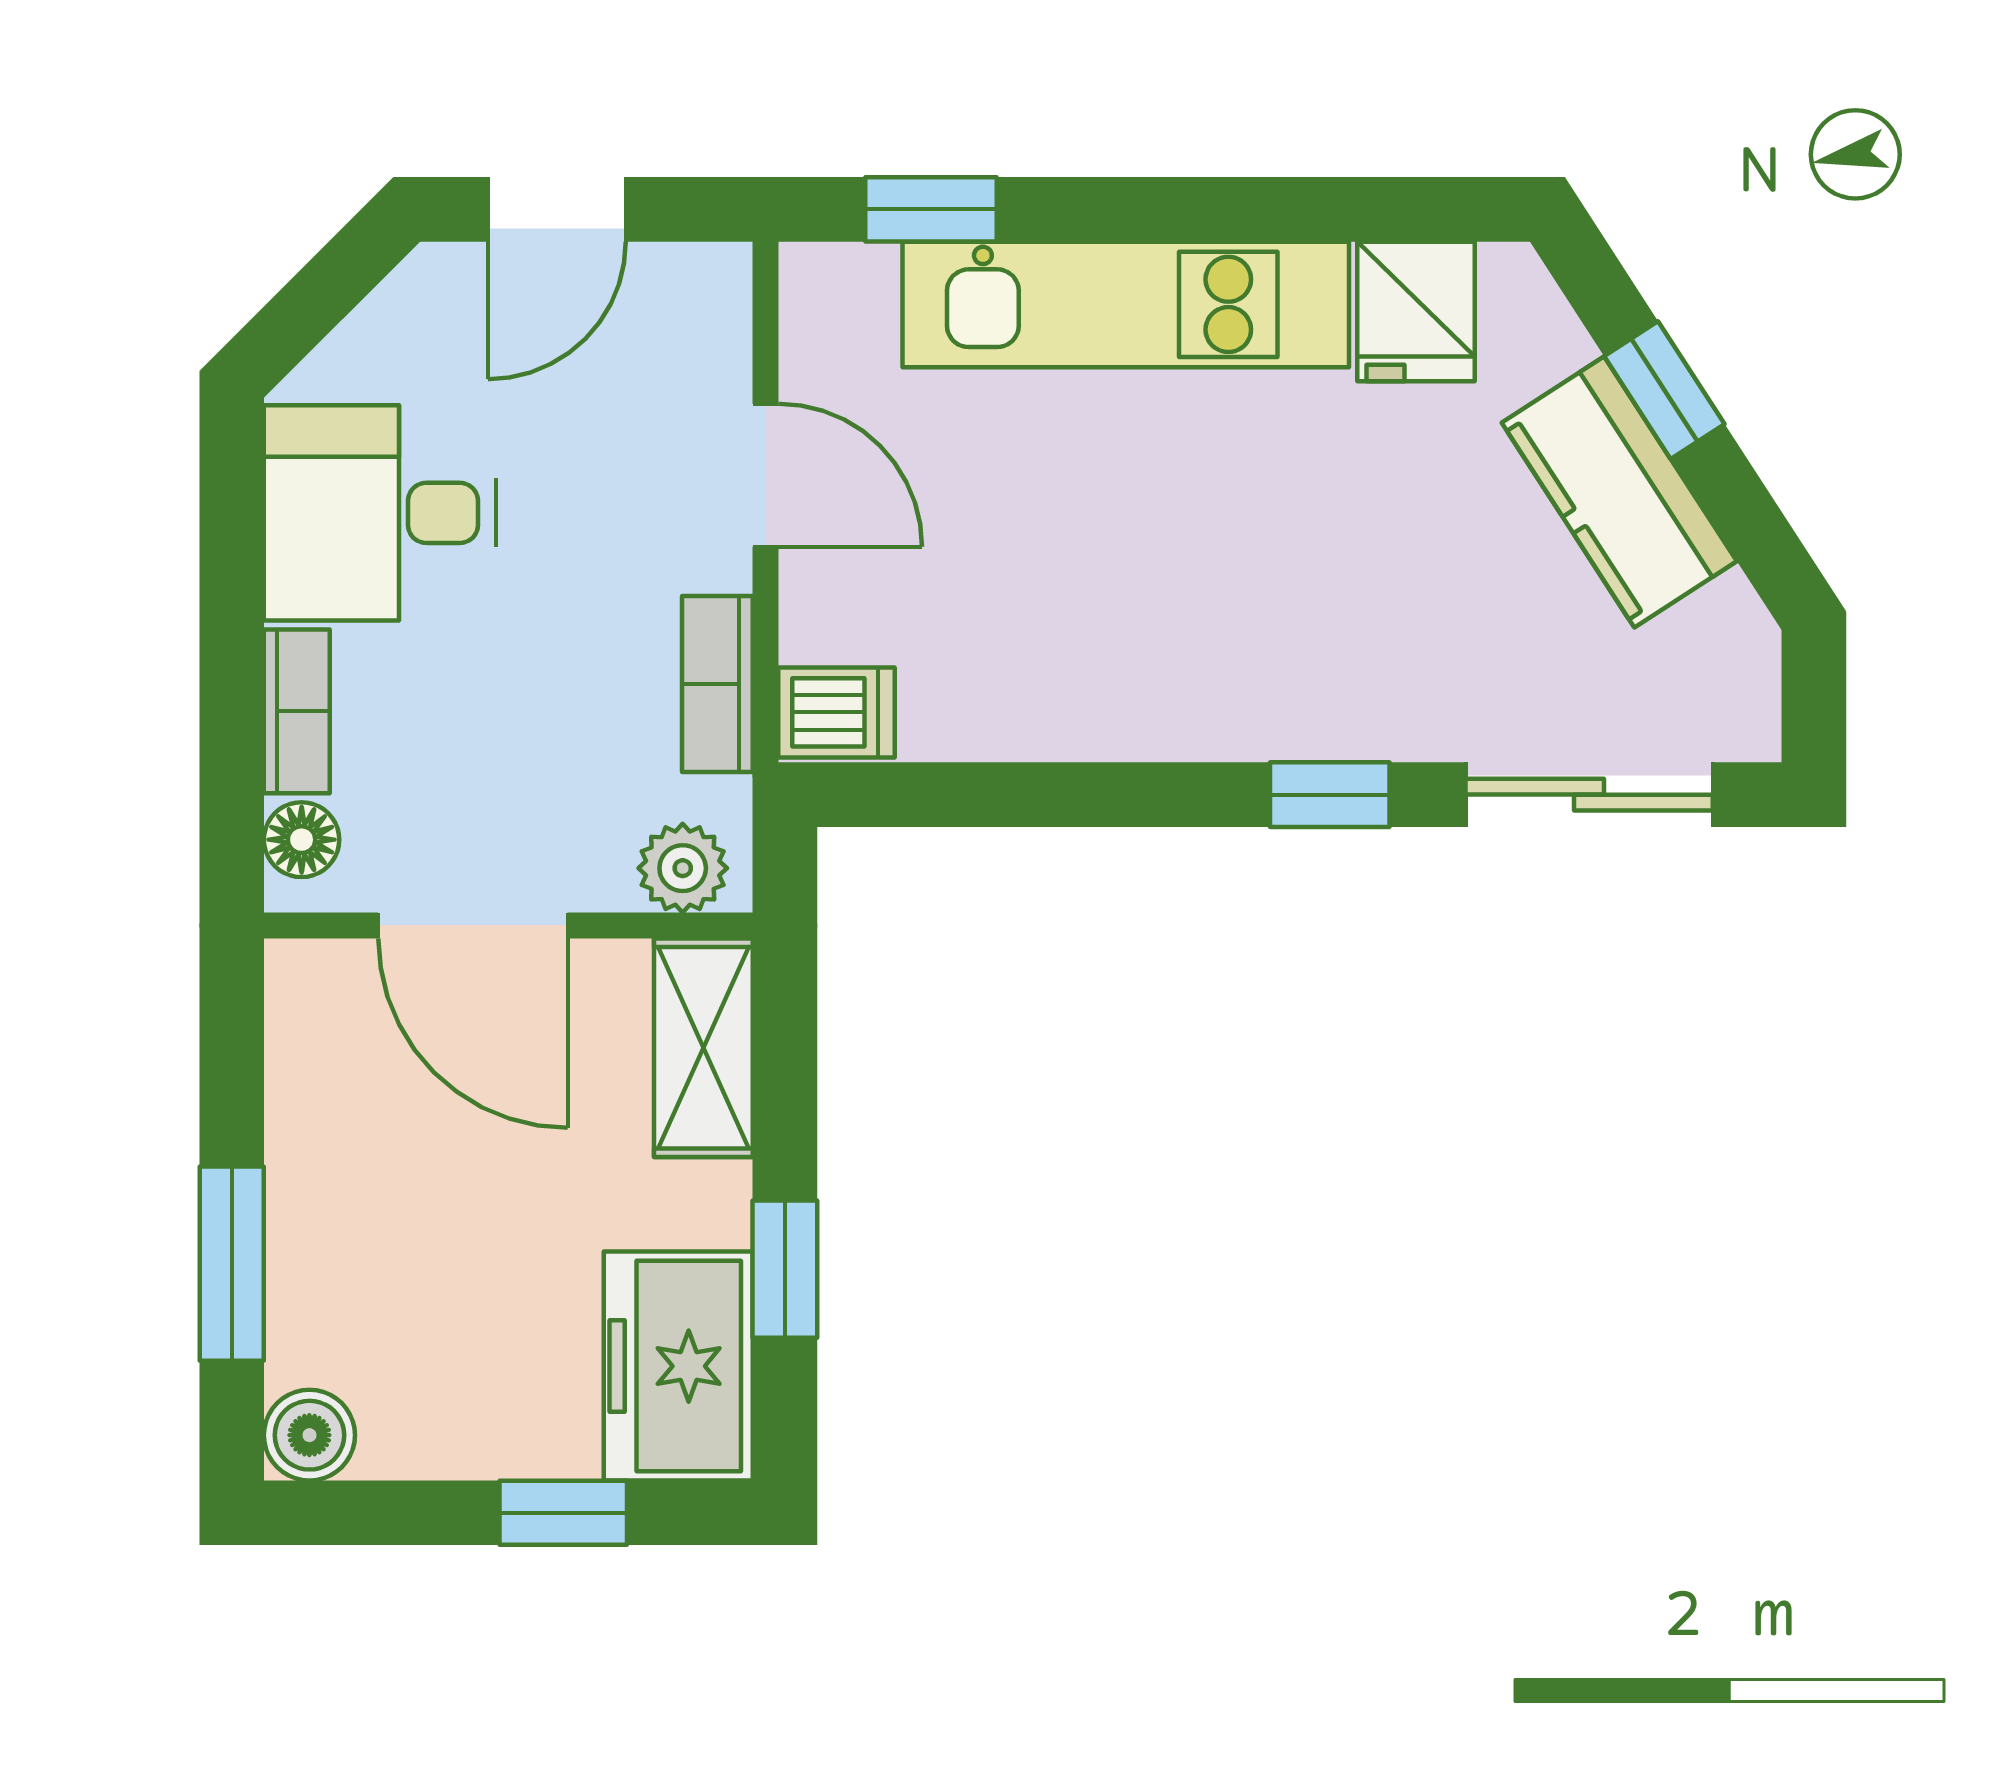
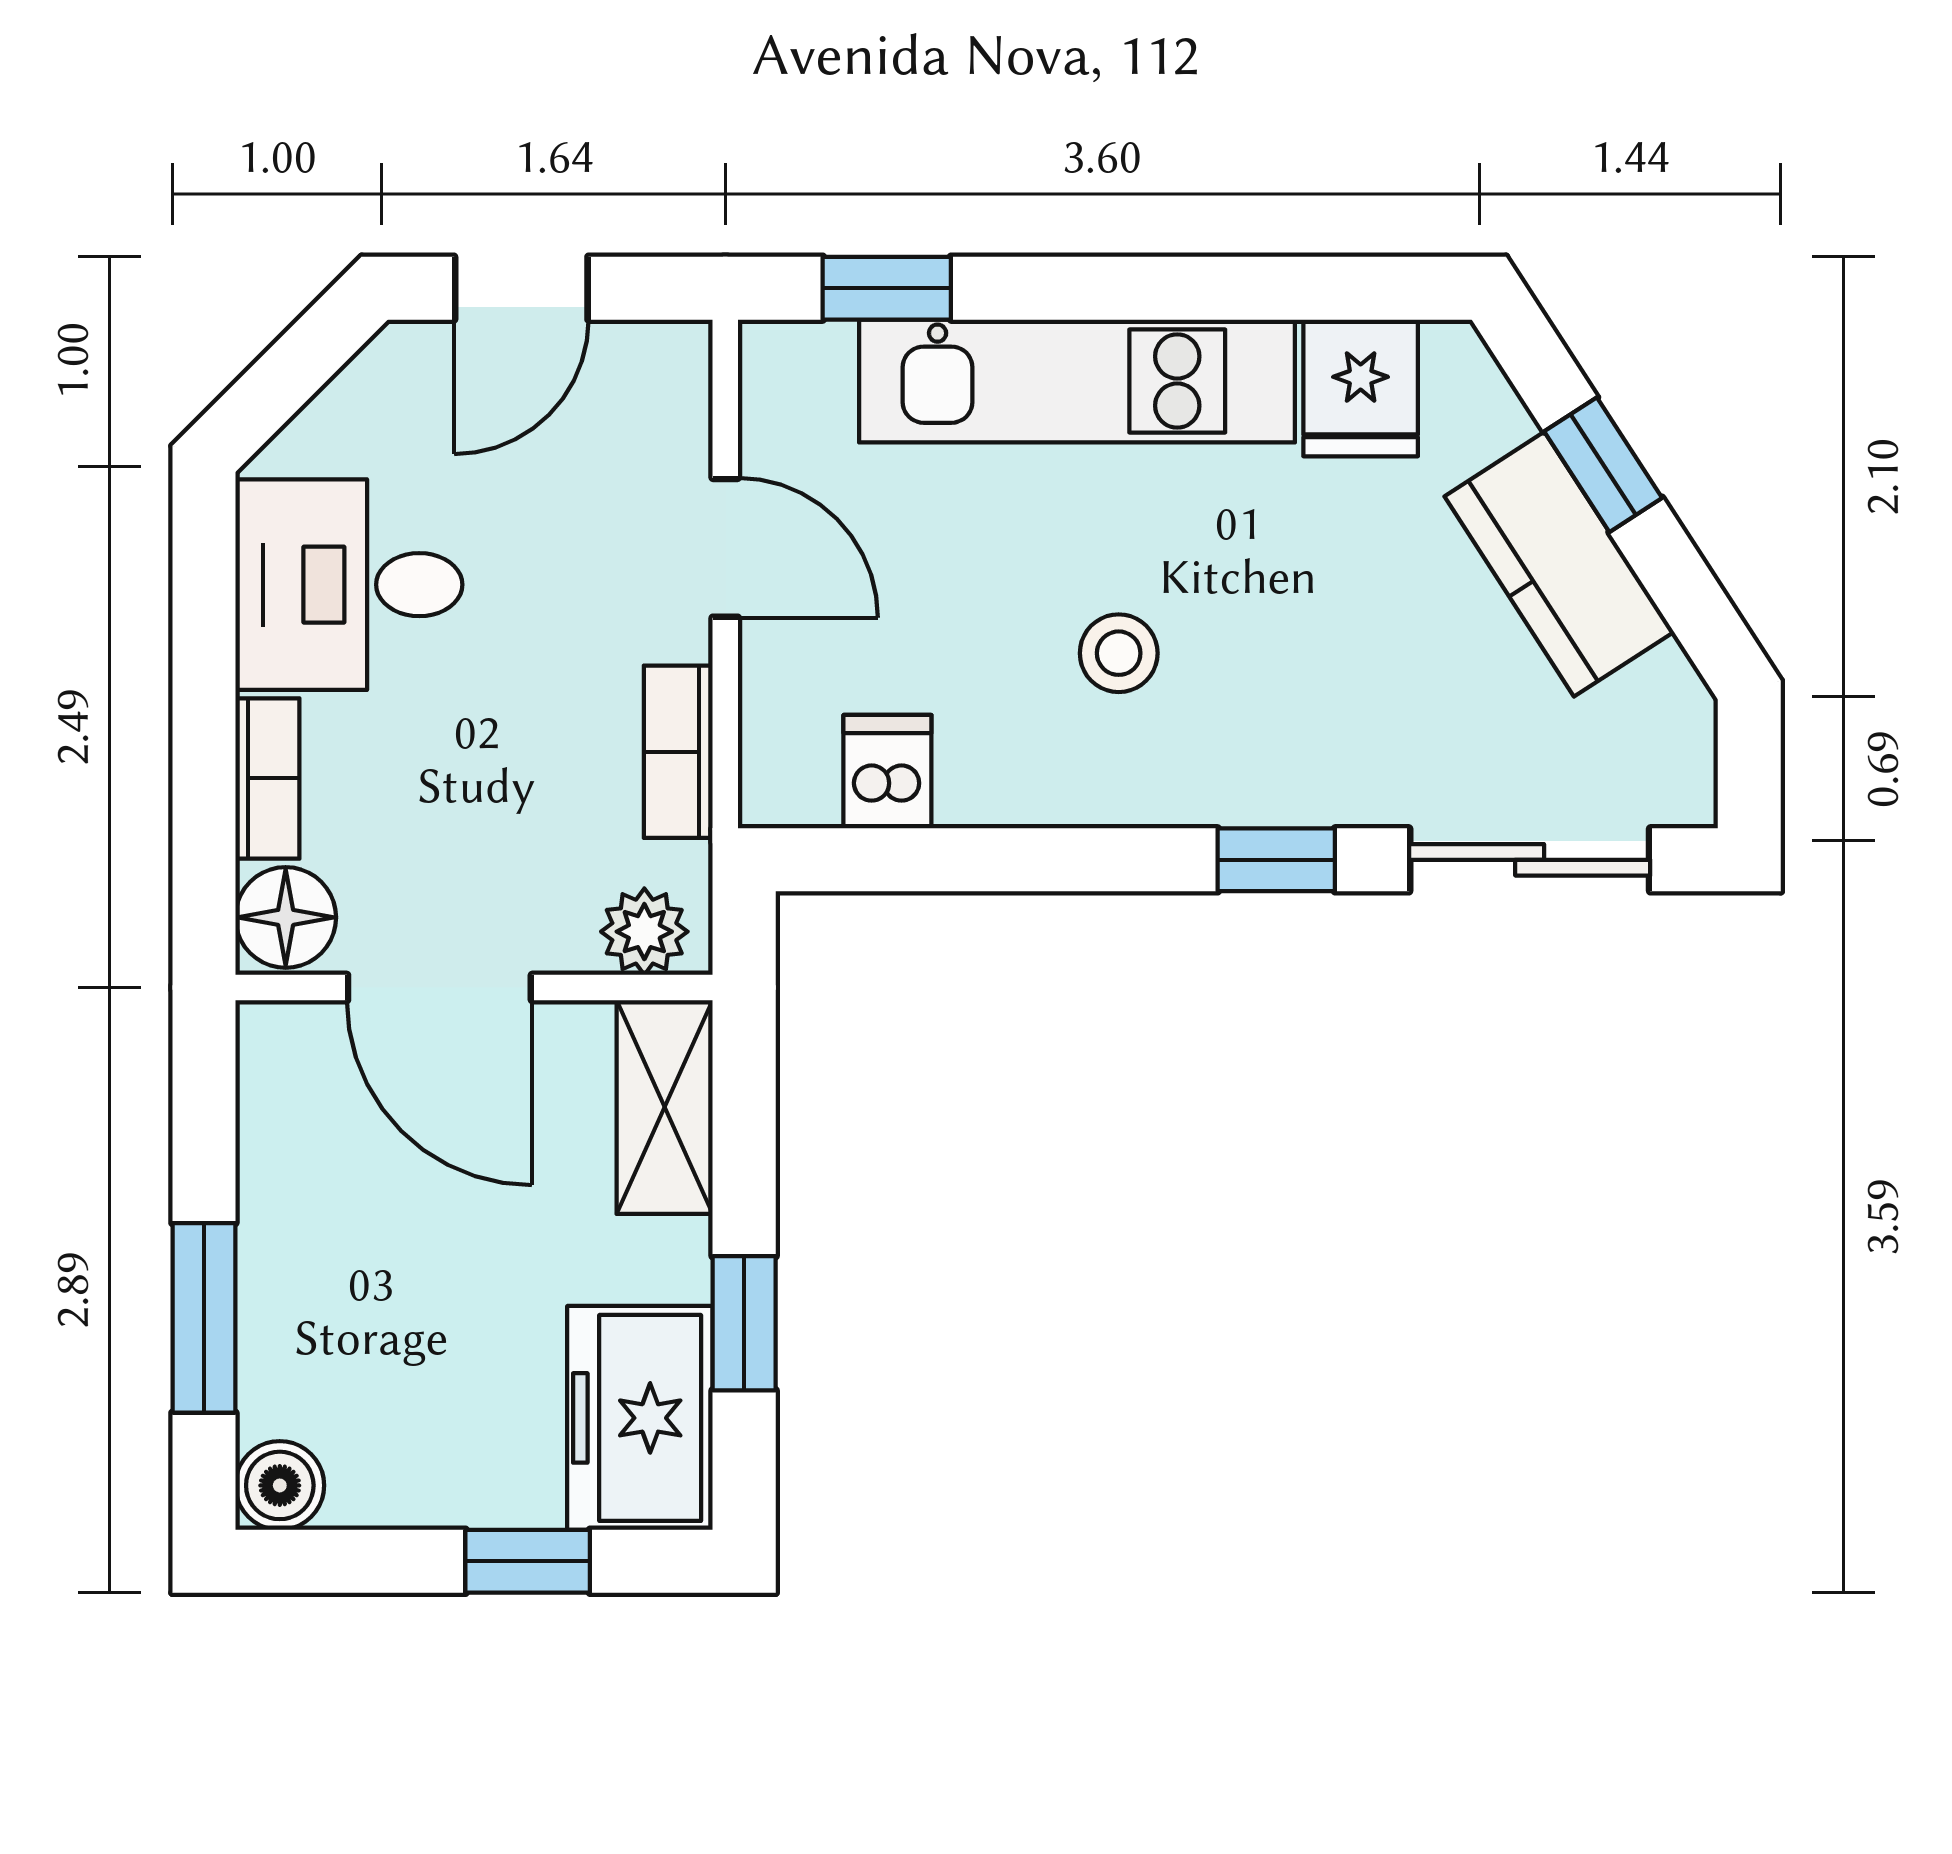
stool: (1168, 583) -> (1119, 653), added
dishwasher: (837, 712) -> (887, 772), moved, turned -90
floor lamp: (302, 840) -> (286, 917), width x1.37, depth x1.37

